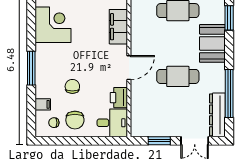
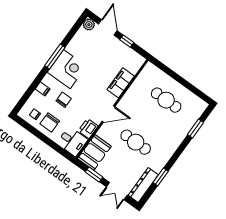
corner desk: (53, 25) -> (67, 69), moved
booth: (212, 43) -> (94, 153), moved
window: (31, 68) -> (55, 57), moved
window: (229, 94) -> (161, 177), width x0.47
filing cabinet: (43, 104) -> (43, 89), moved

